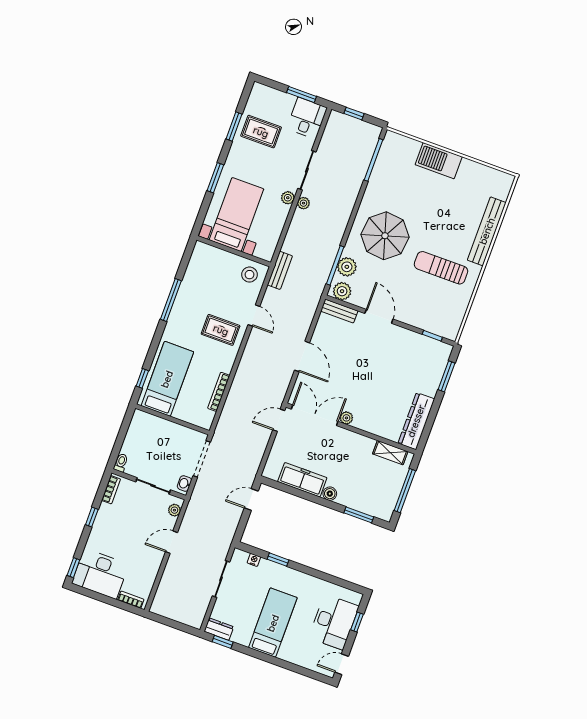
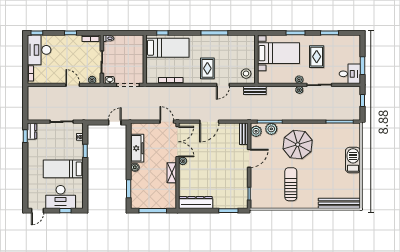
rug: (261, 132) -> (317, 57), moved
bench: (487, 231) -> (339, 203), moved
shelving: (390, 453) -> (172, 173), moved
door: (251, 500) -> (115, 123), hinge flipped
bed: (273, 623) -> (63, 169), moved, turned 180
door: (342, 664) -> (38, 211), swing flipped

